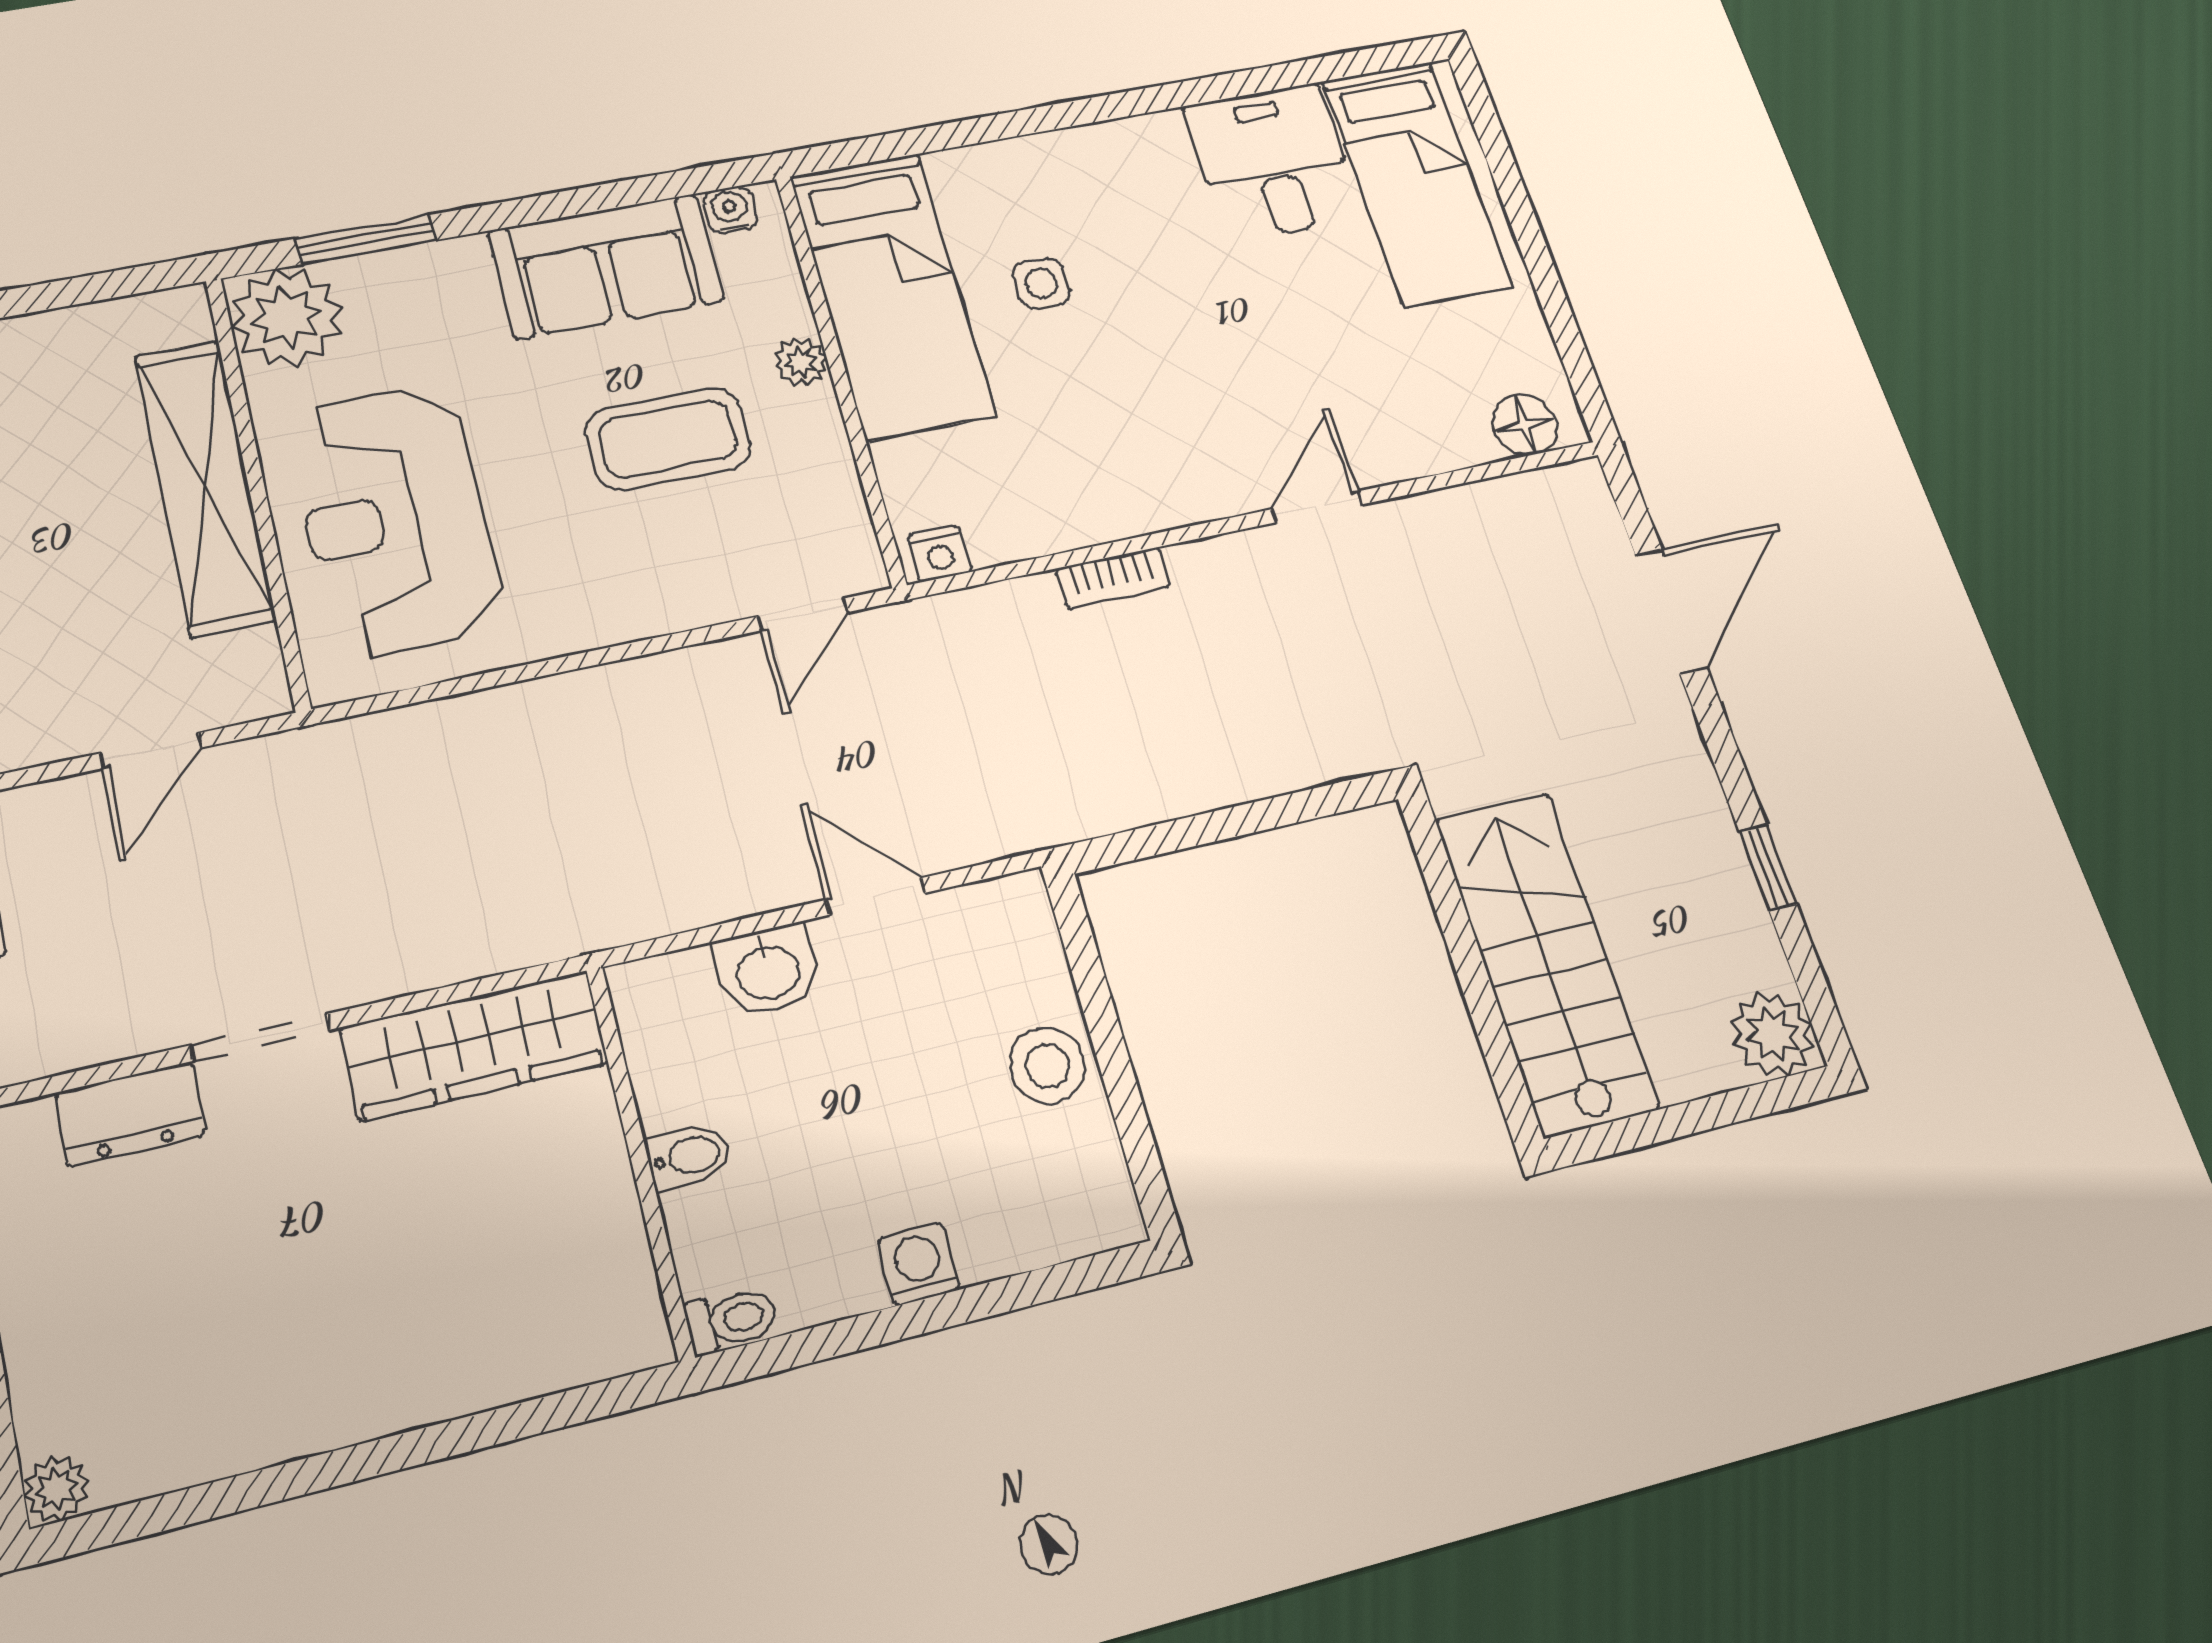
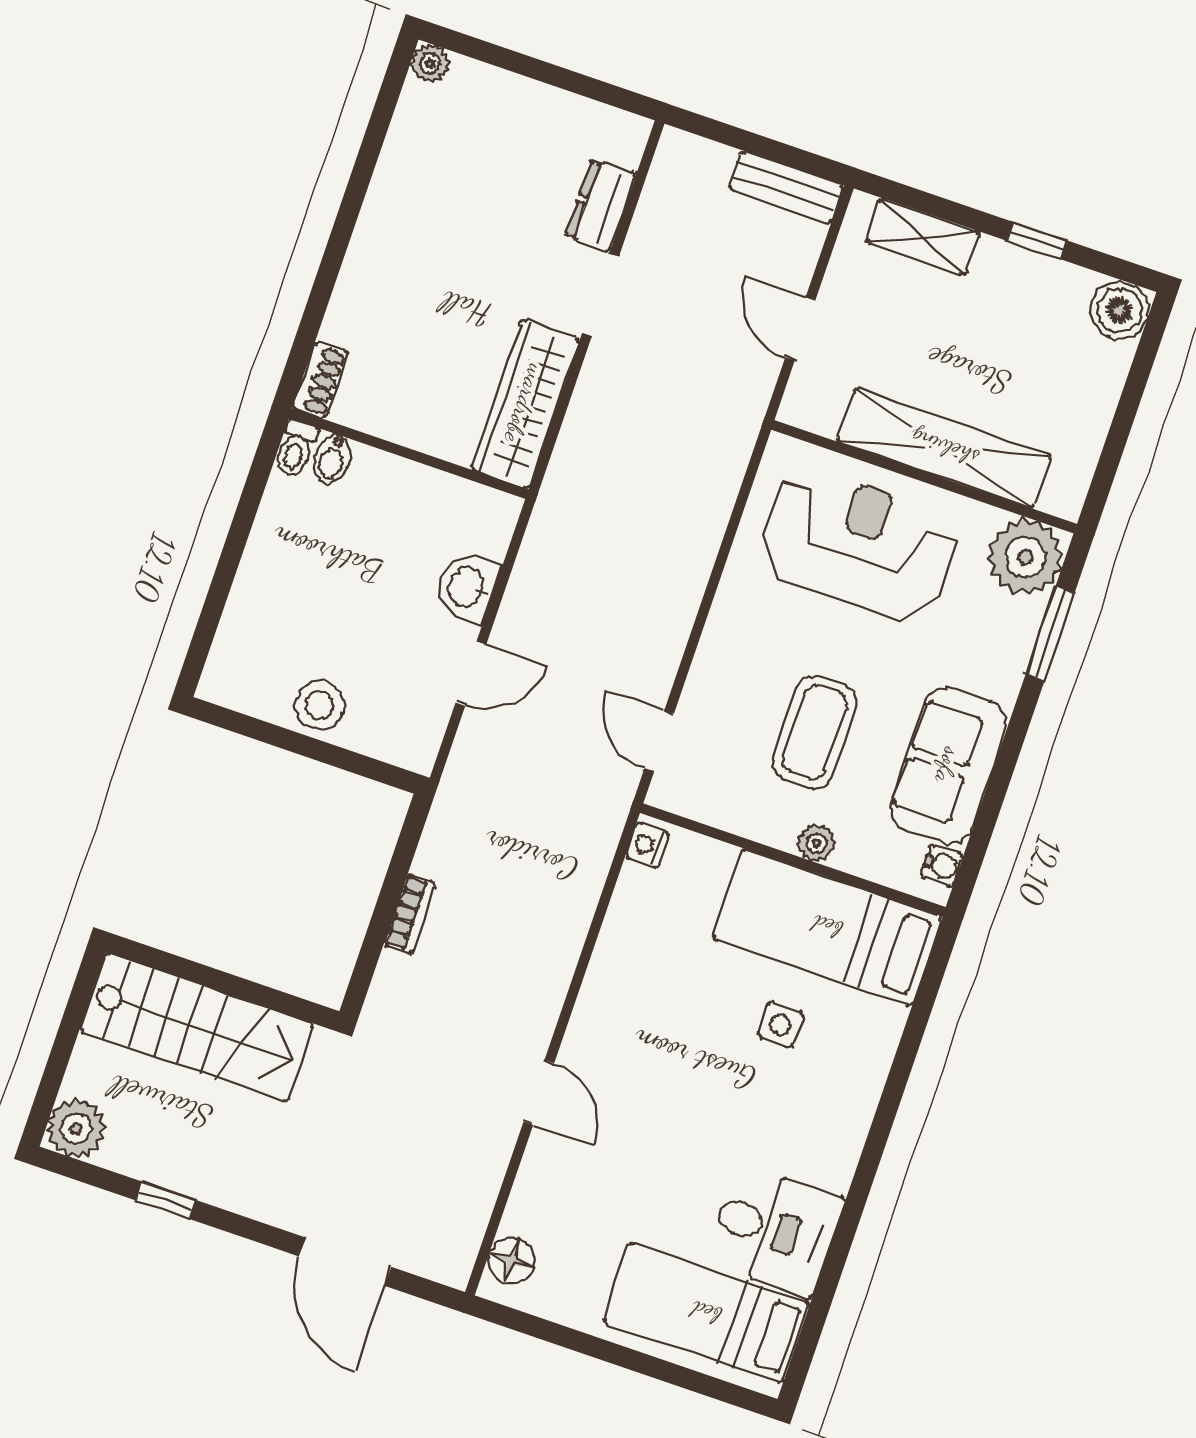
bookcase: (1113, 578) -> (410, 914), moved, turned 180
bidet: (688, 1156) -> (332, 459), moved
washing machine: (919, 1264) -> (261, 565), removed
shoe rack: (615, 1348) -> (320, 380), added

